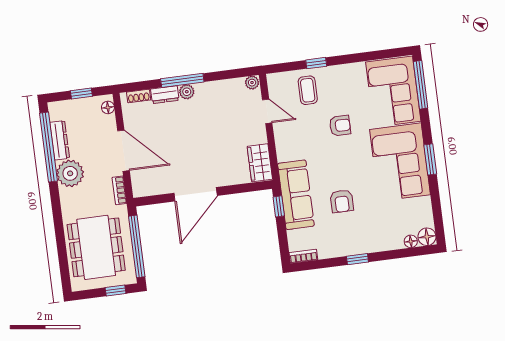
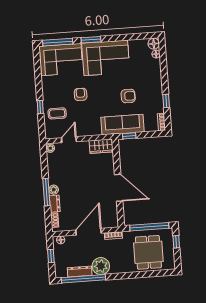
window: (430, 159) -> (91, 40), moved
dining table: (96, 247) -> (148, 252), width x0.73
window: (357, 259) -> (166, 101), moved

